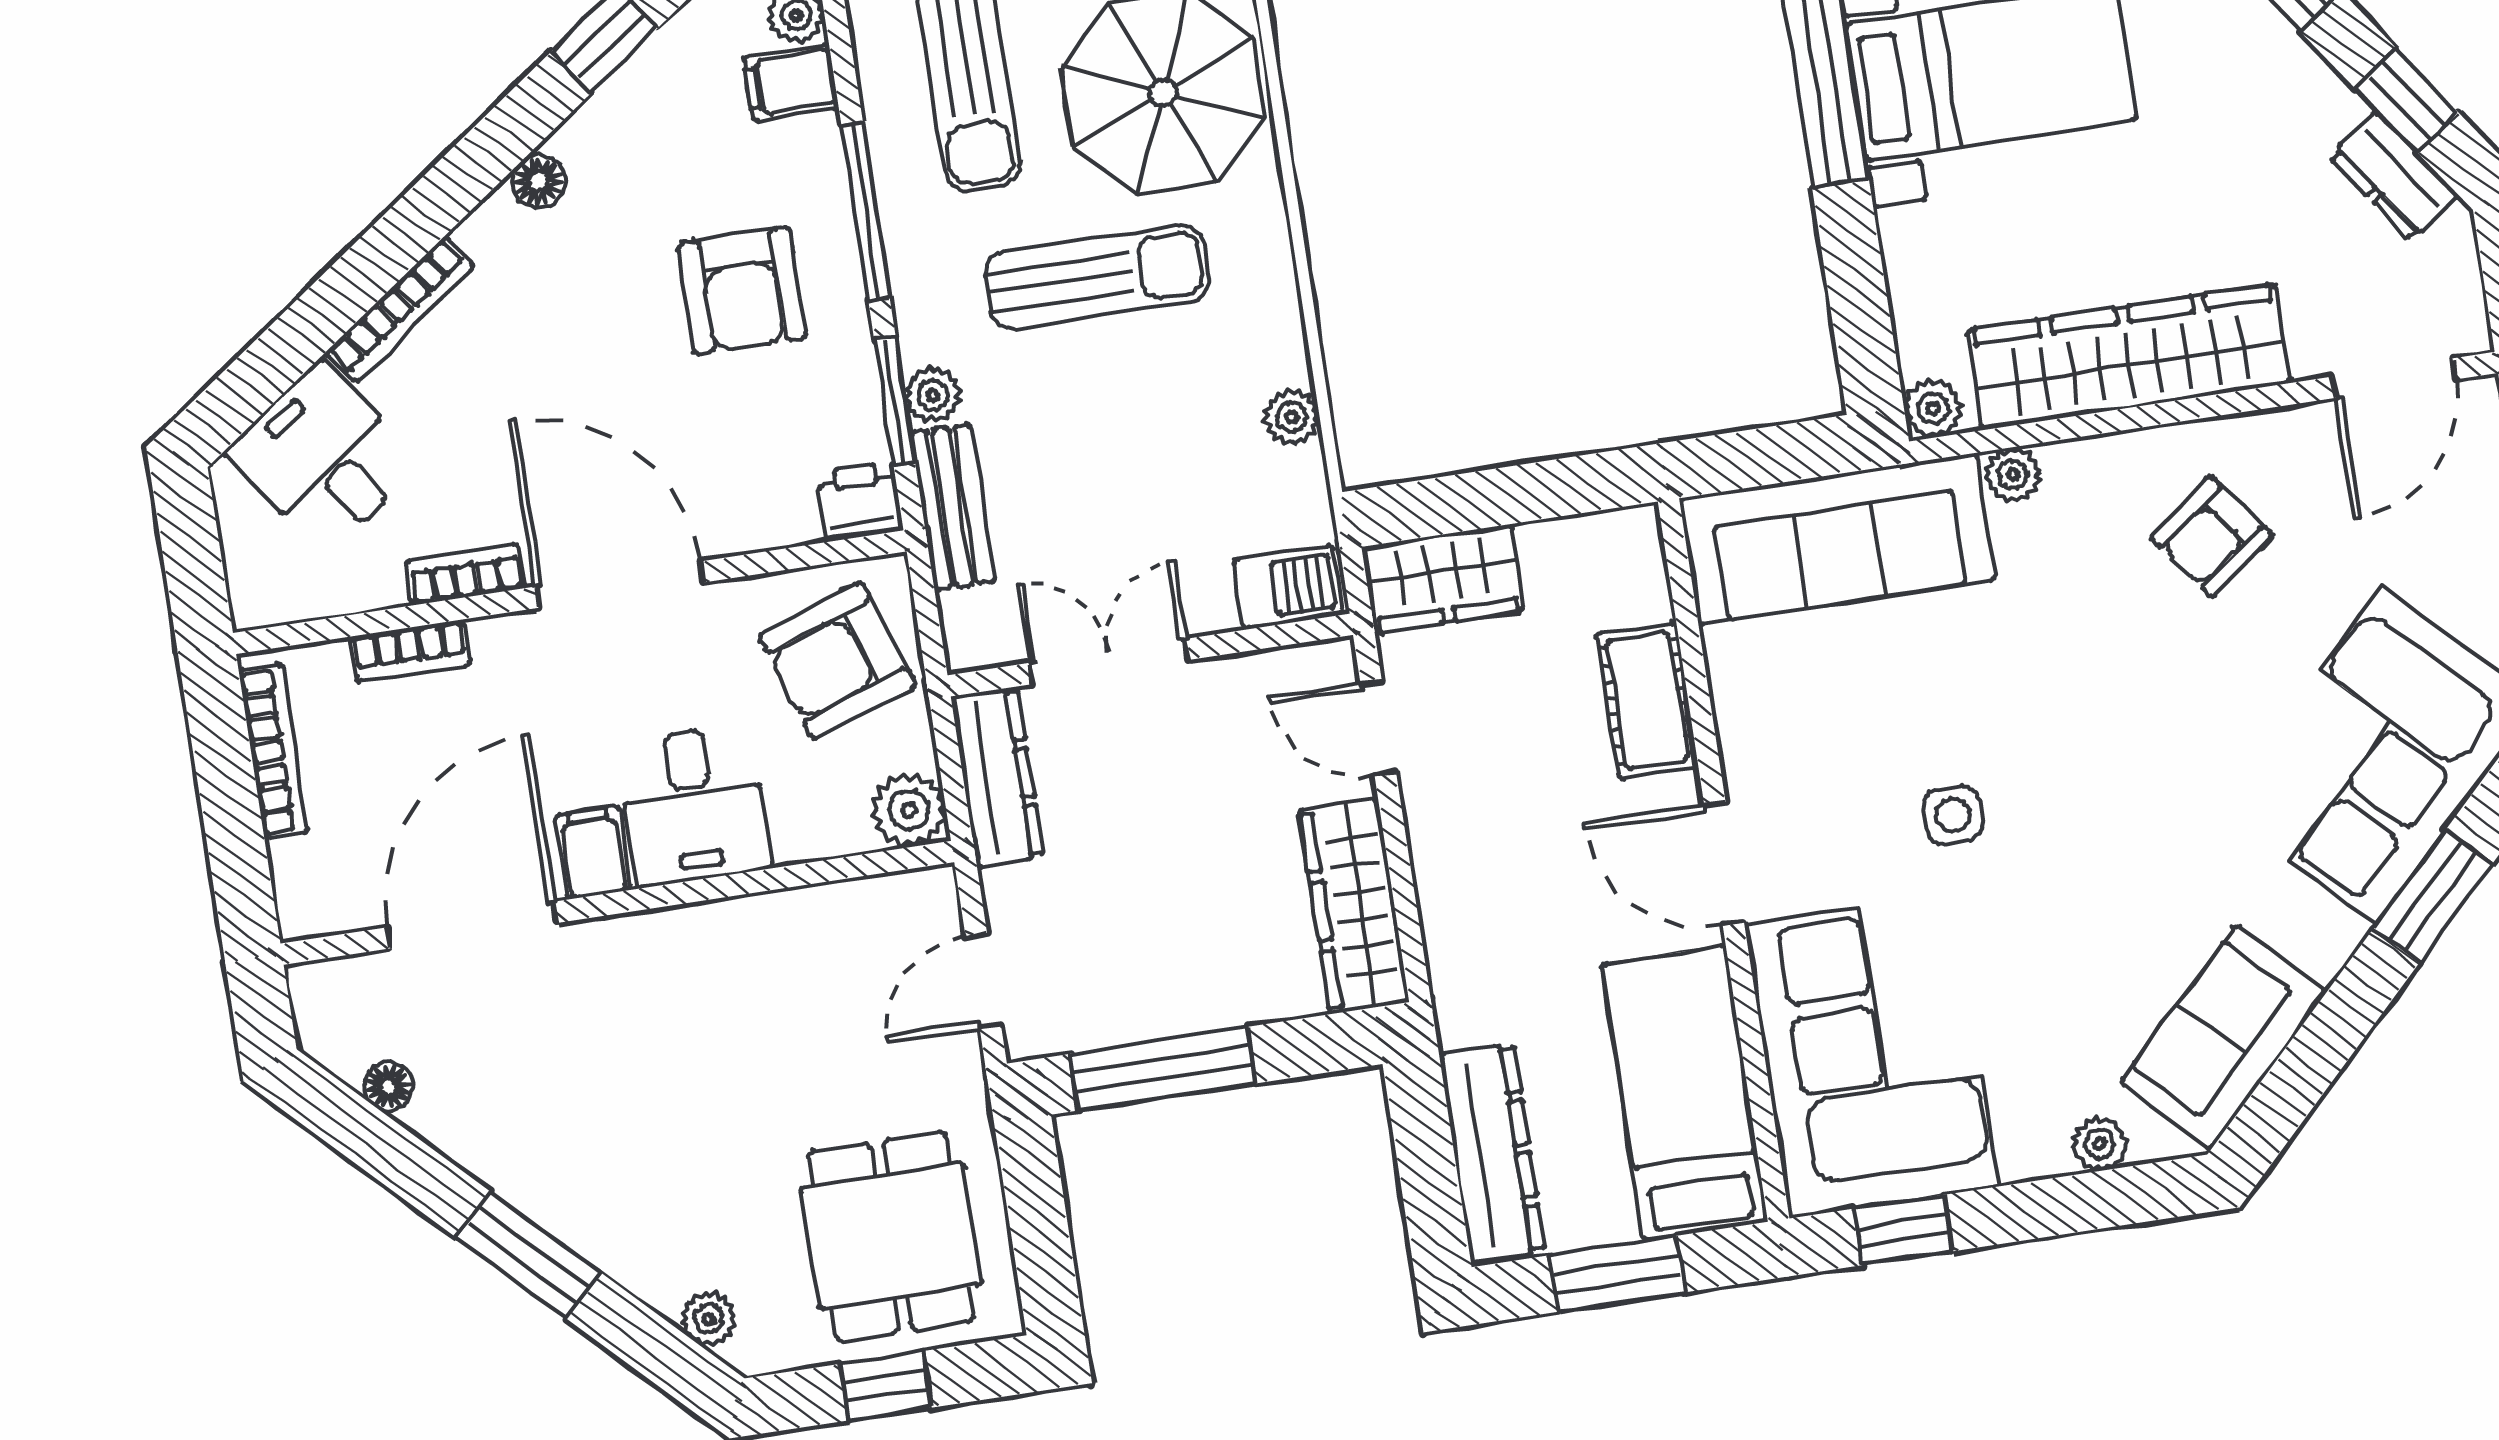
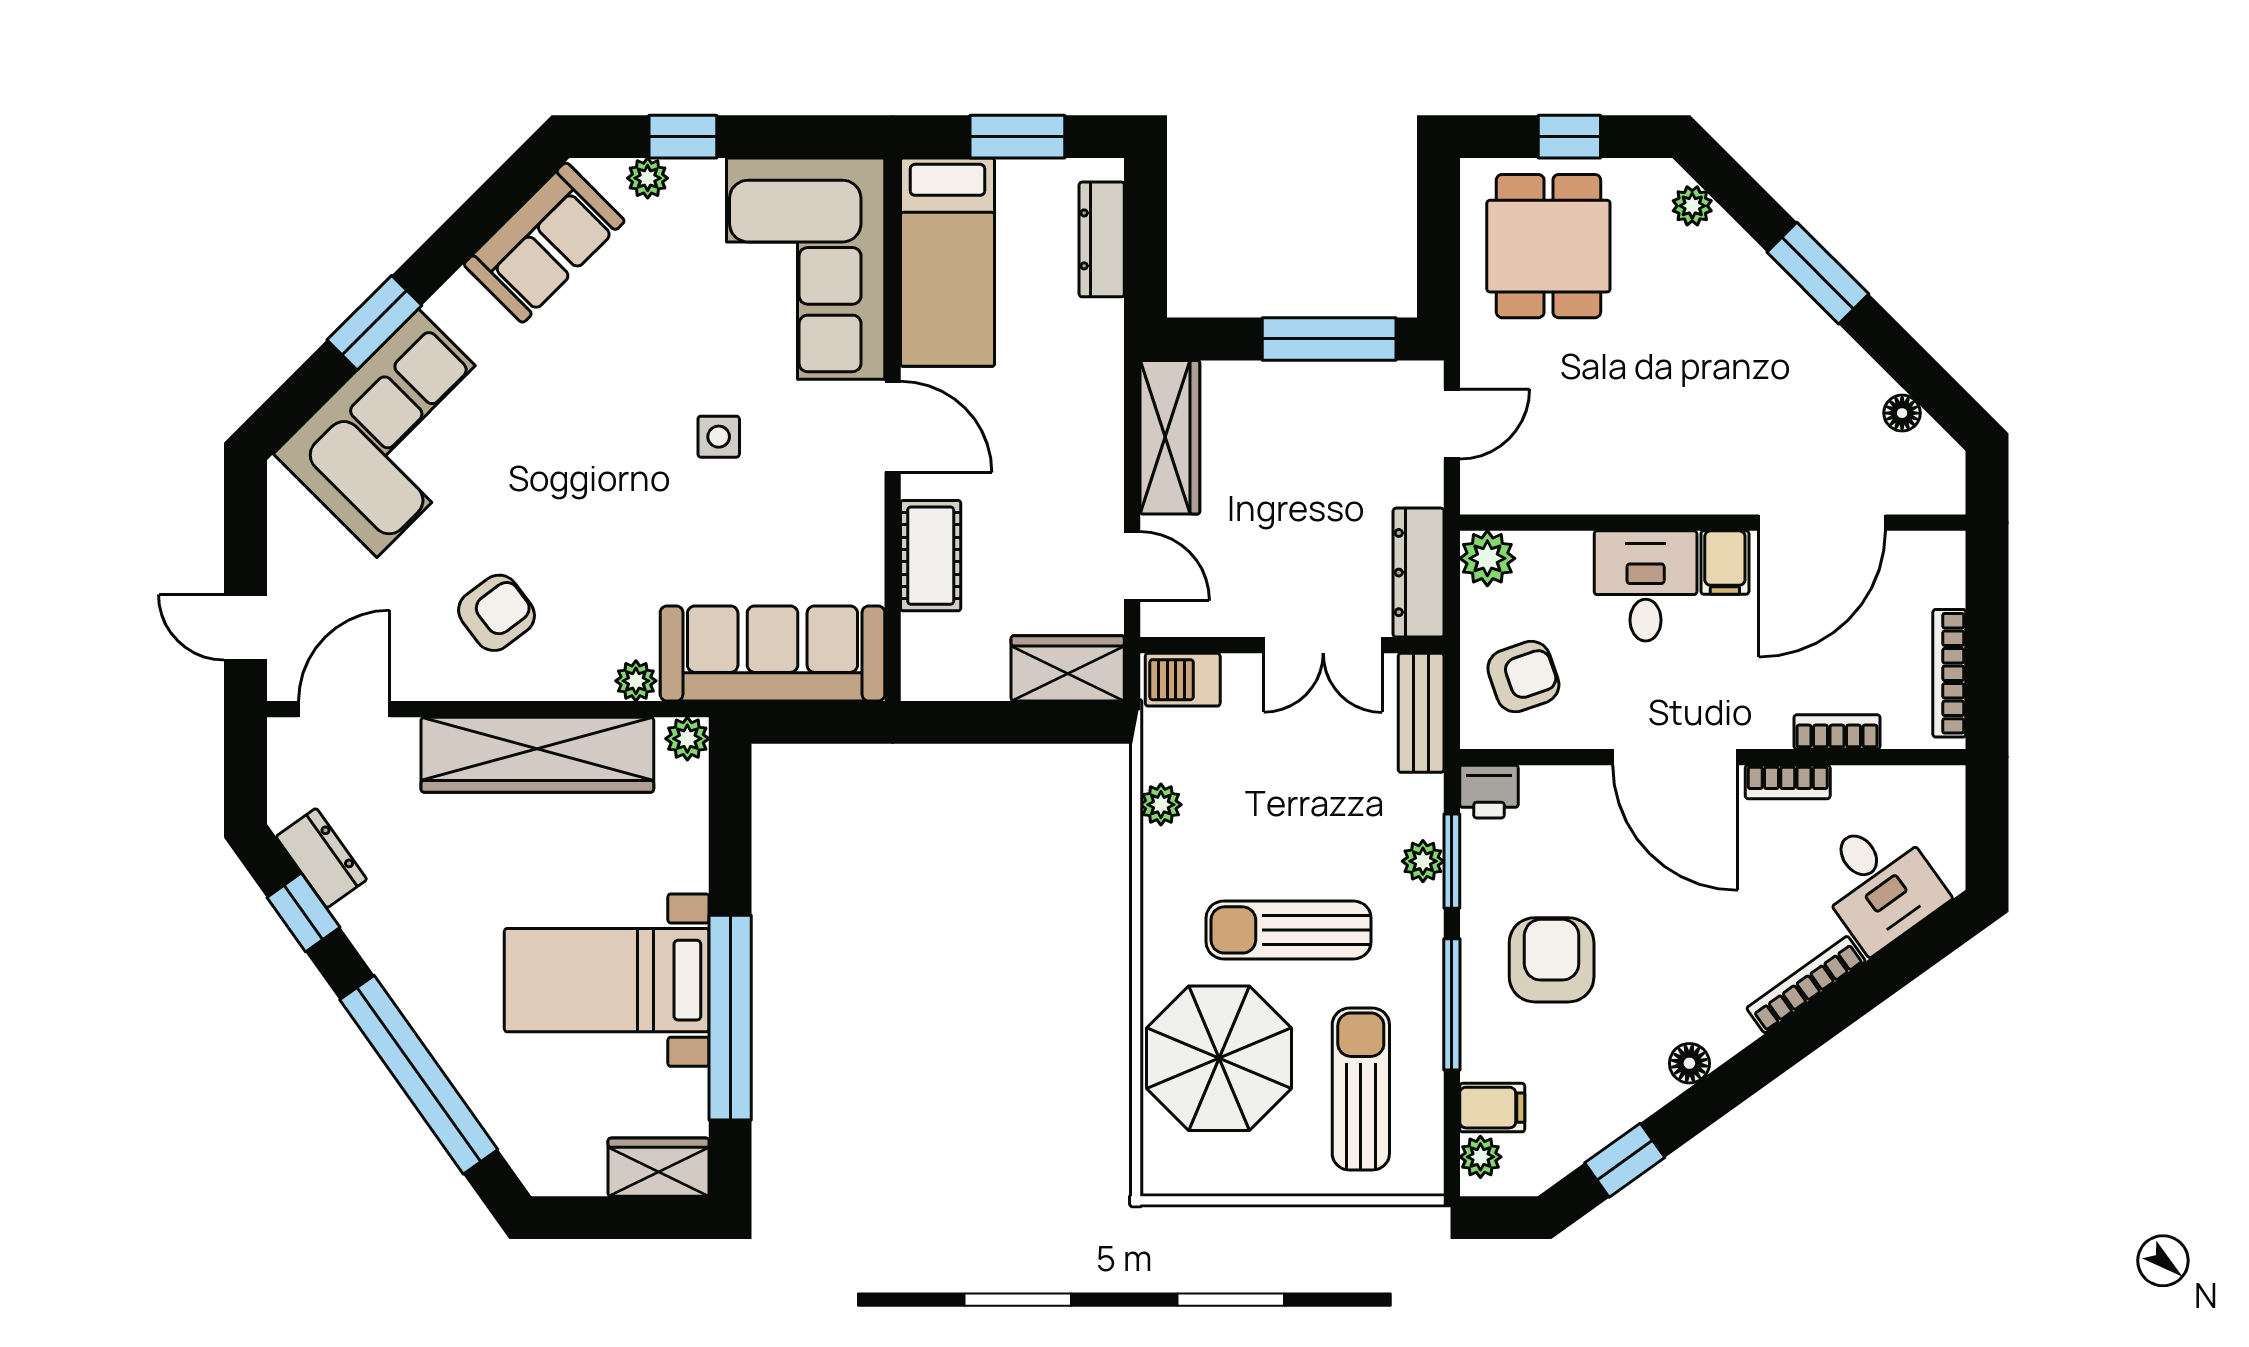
bench: (953, 507) -> (1421, 713), moved
armchair: (837, 661) -> (1523, 677), width x0.72, depth x0.72
dresser: (1492, 1153) -> (1102, 239), width x0.73, depth x0.80
window: (1903, 1230) -> (683, 137), moved

